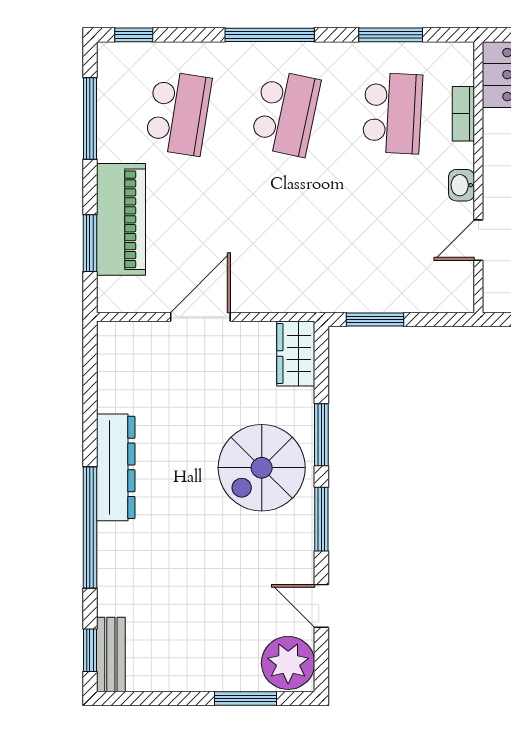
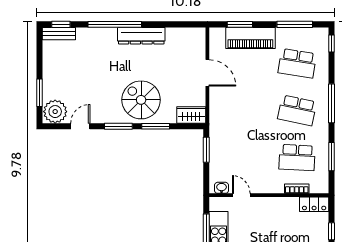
washbasin: (461, 185) -> (222, 188), moved

